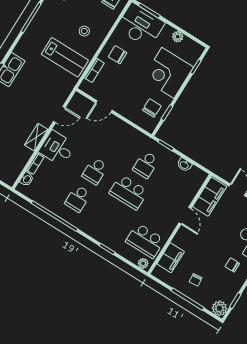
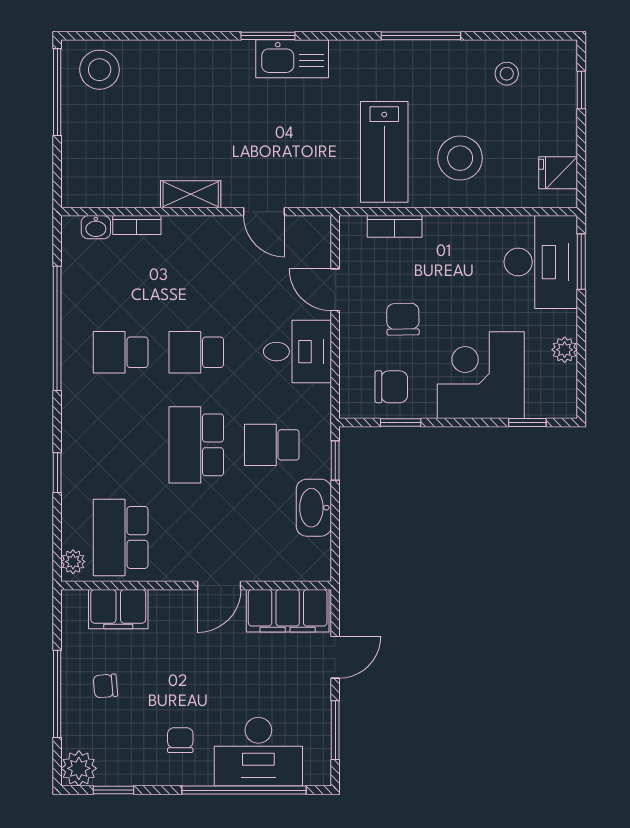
stool: (84, 31) -> (460, 158), width x1.89, depth x1.89
chair: (118, 55) -> (403, 319), moved
desk: (57, 148) -> (297, 352), moved, turned 90
washbasin: (184, 165) -> (314, 508), width x1.91, depth x1.45

